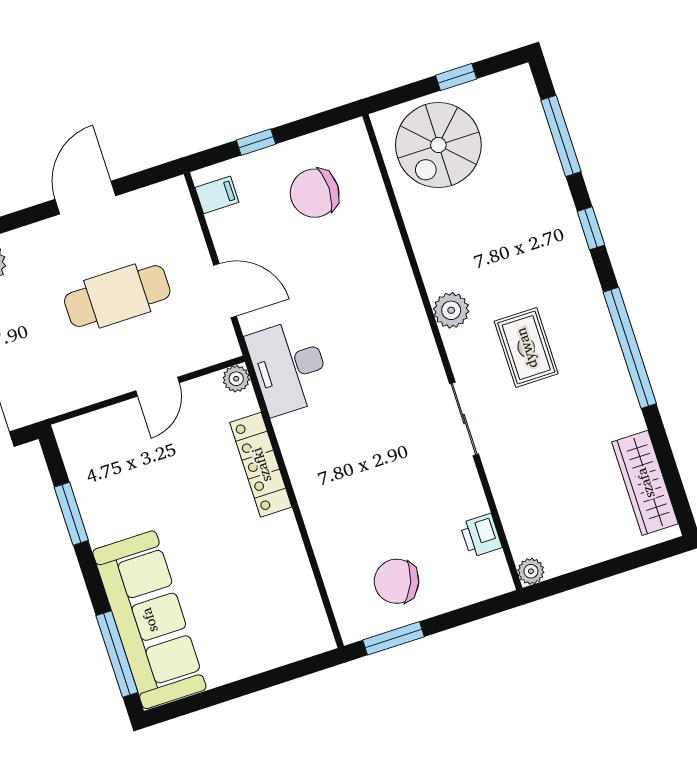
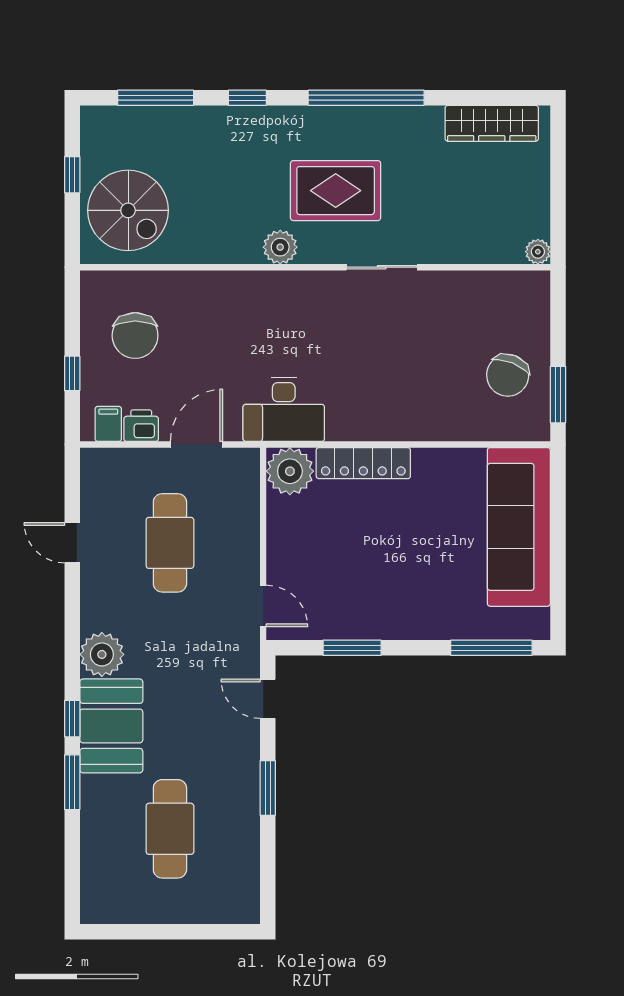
door: (85, 198) -> (72, 543), width x0.73
rug: (526, 348) -> (336, 191), width x1.36, depth x1.43
plant: (236, 379) -> (290, 471), width x1.88, depth x1.88
door: (157, 387) -> (263, 606), moved
printer: (481, 535) -> (141, 426), moved, turned 180
sofa: (149, 620) -> (519, 527), moved, turned -90

